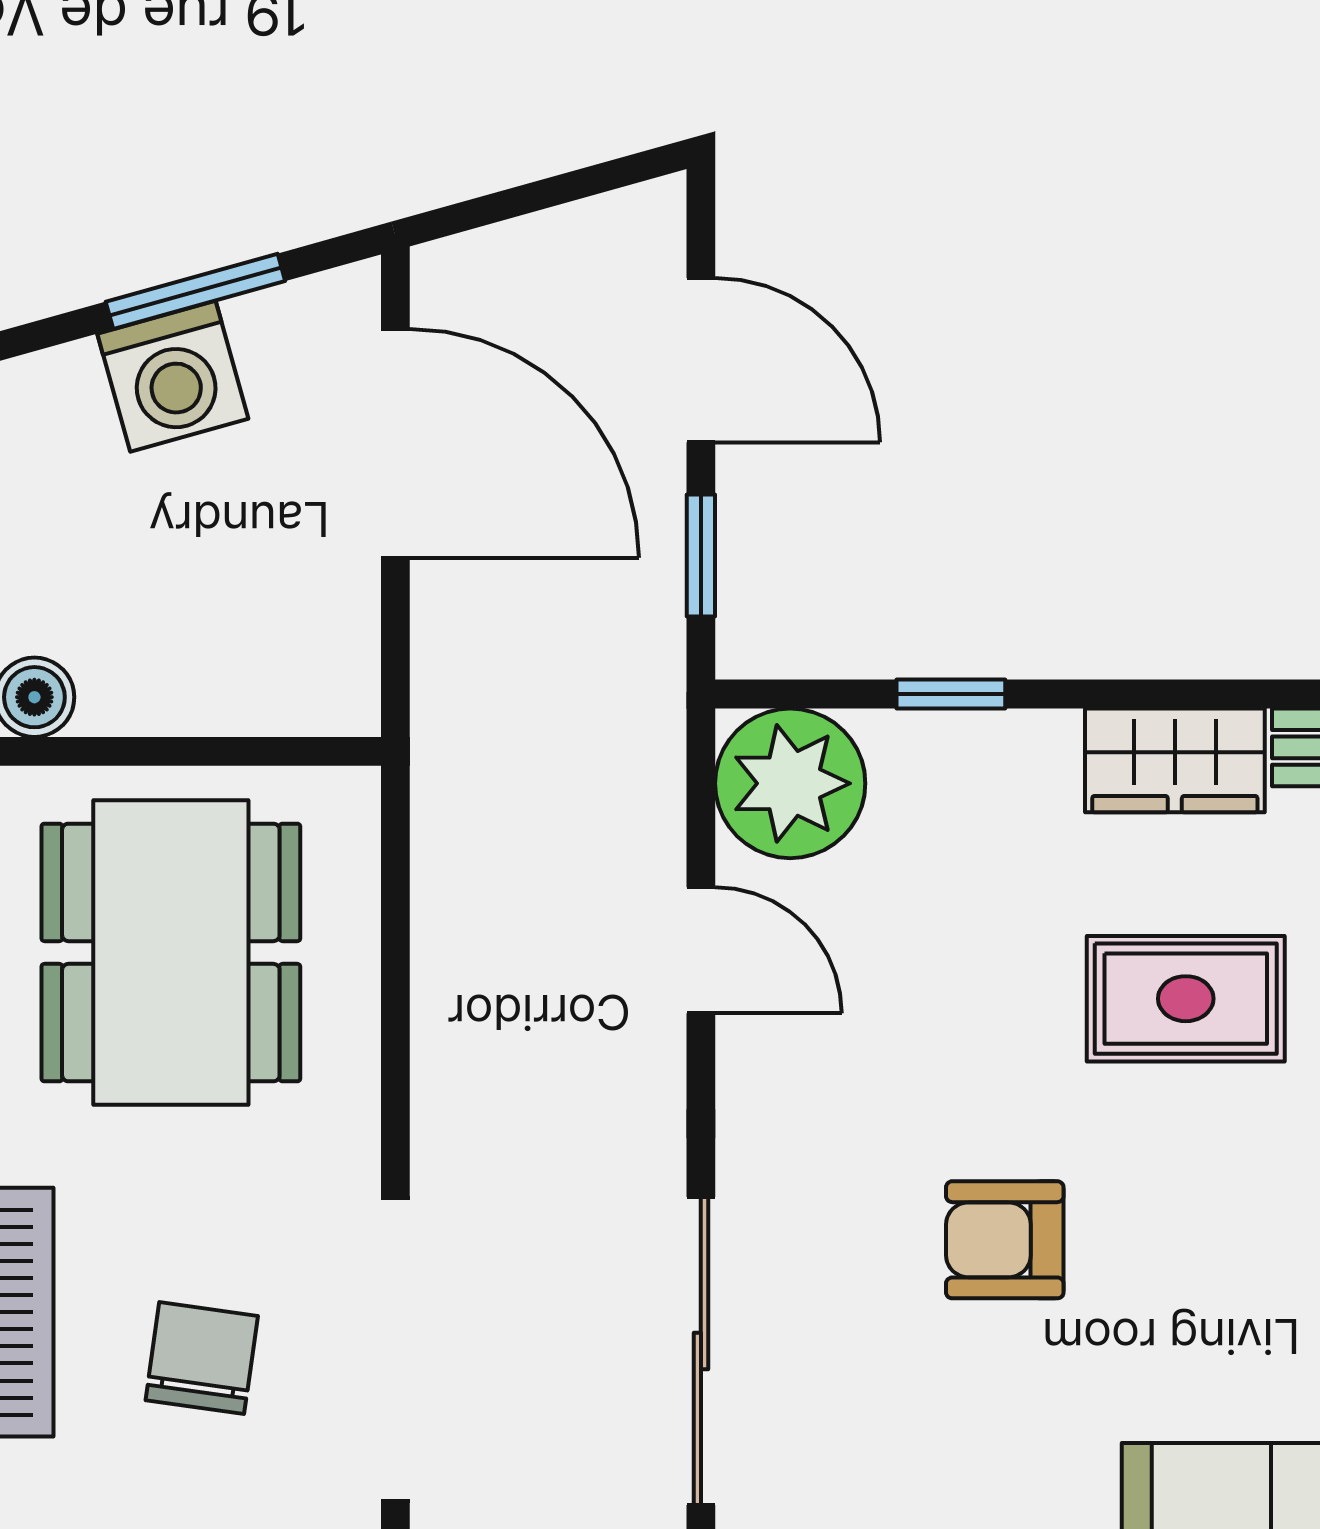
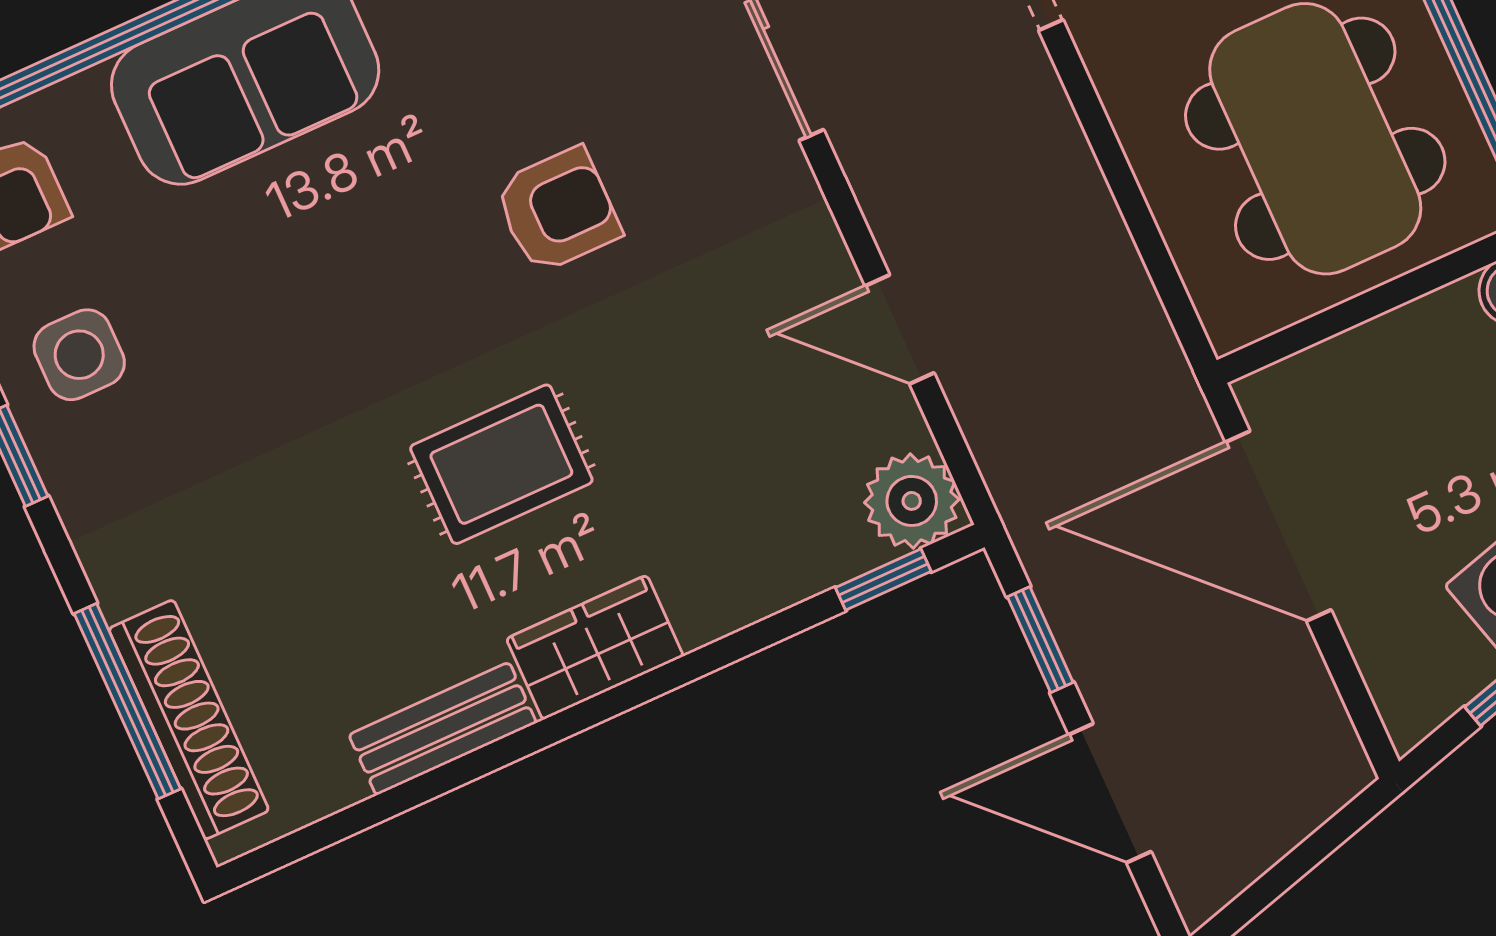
door: (395, 443) -> (1278, 526), moved
window: (951, 694) -> (883, 580), moved
plant: (790, 783) -> (912, 501), width x0.73, depth x0.73

